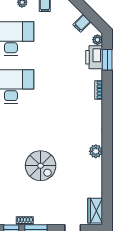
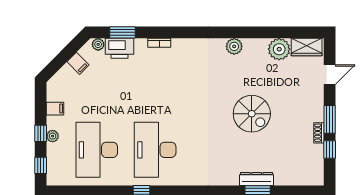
spiral stairs: (41, 166) -> (252, 114), turned 90
plant: (93, 188) -> (279, 49), added

